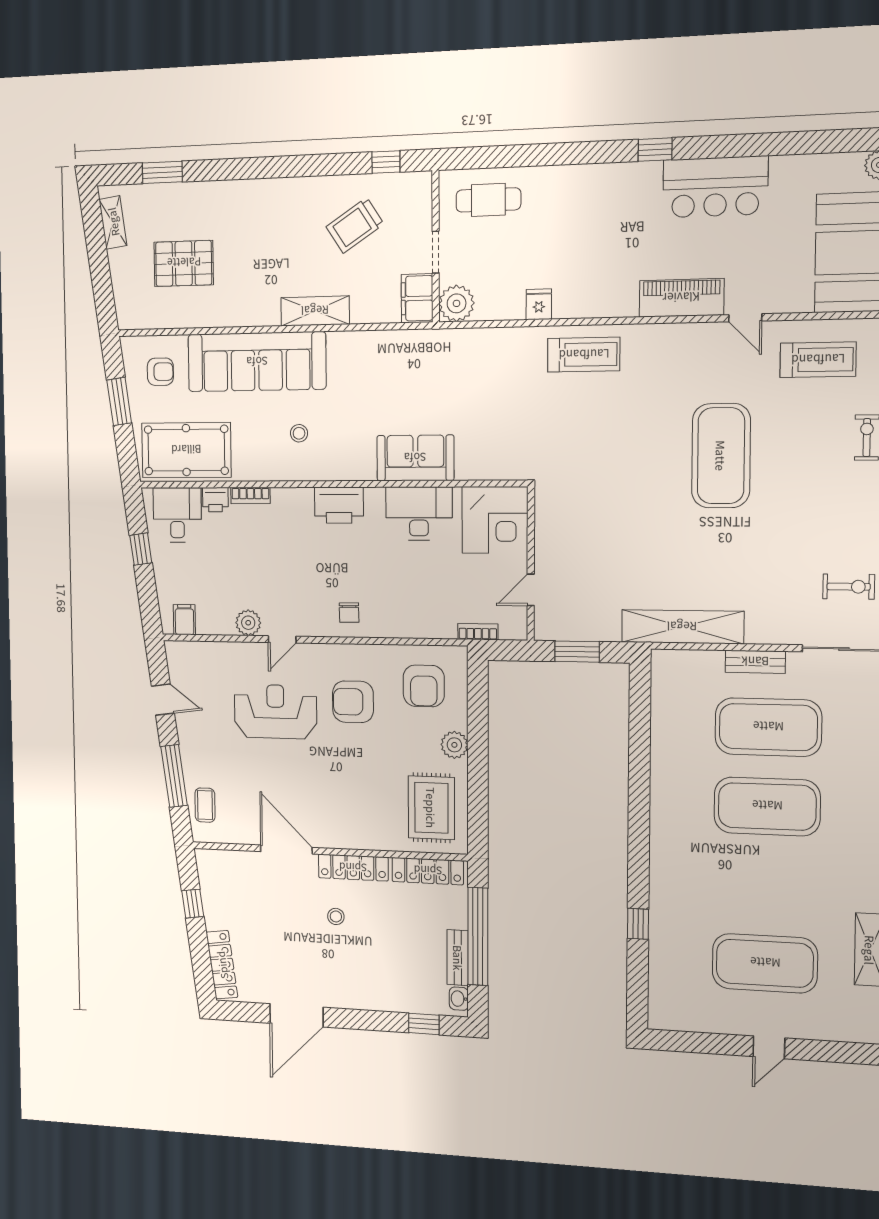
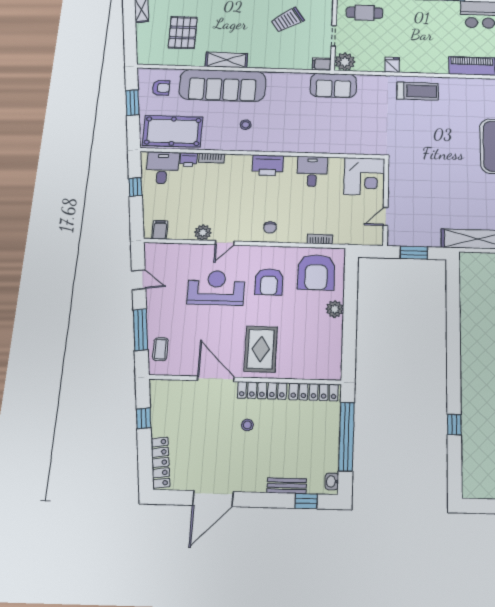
pallet: (184, 263) -> (183, 33), turned 90
filing cabinet: (417, 298) -> (322, 64), width x0.50
shelving: (315, 311) -> (226, 60), moved
sofa: (415, 458) -> (333, 86), moved, turned 180
desk: (419, 514) -> (312, 171), width x0.73
bookcase: (478, 632) -> (320, 239), moved
armchair: (424, 686) -> (316, 272), width x1.36, depth x1.36
armchair: (353, 702) -> (269, 282), turned -90
rug: (431, 808) -> (261, 349), moved
bench: (458, 958) -> (287, 486), moved, turned 90

